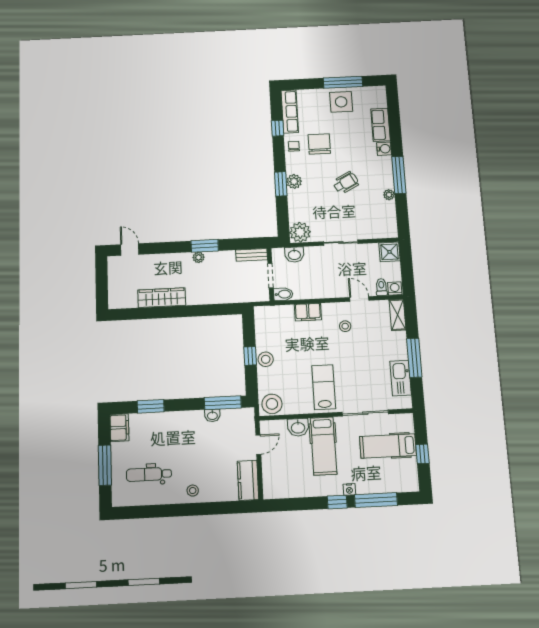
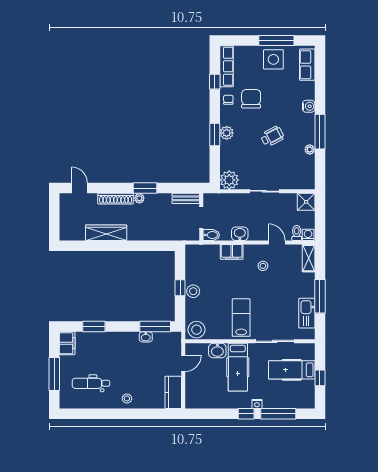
row of seats: (381, 125) -> (307, 65), moved
washbasin: (294, 255) -> (240, 234), moved, turned 180
shoe rack: (171, 259) -> (116, 199), added

